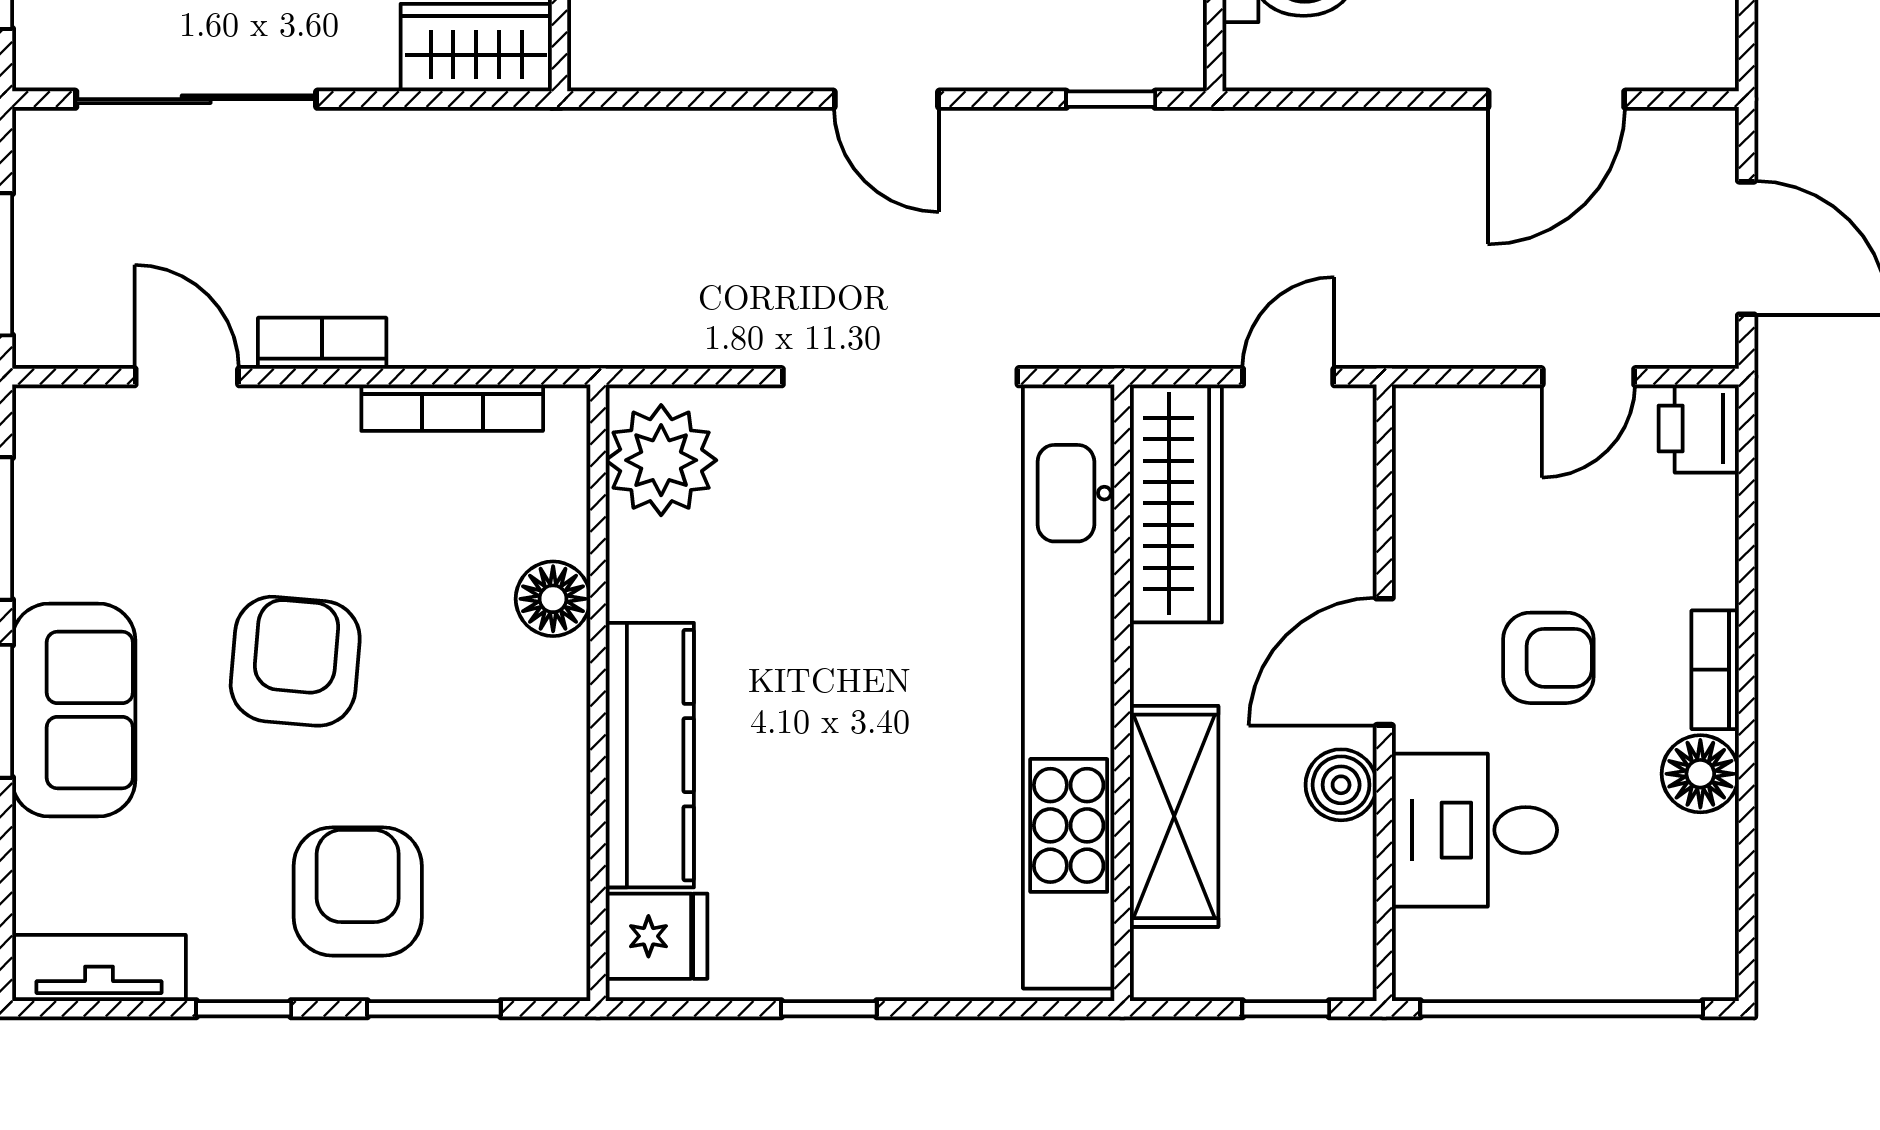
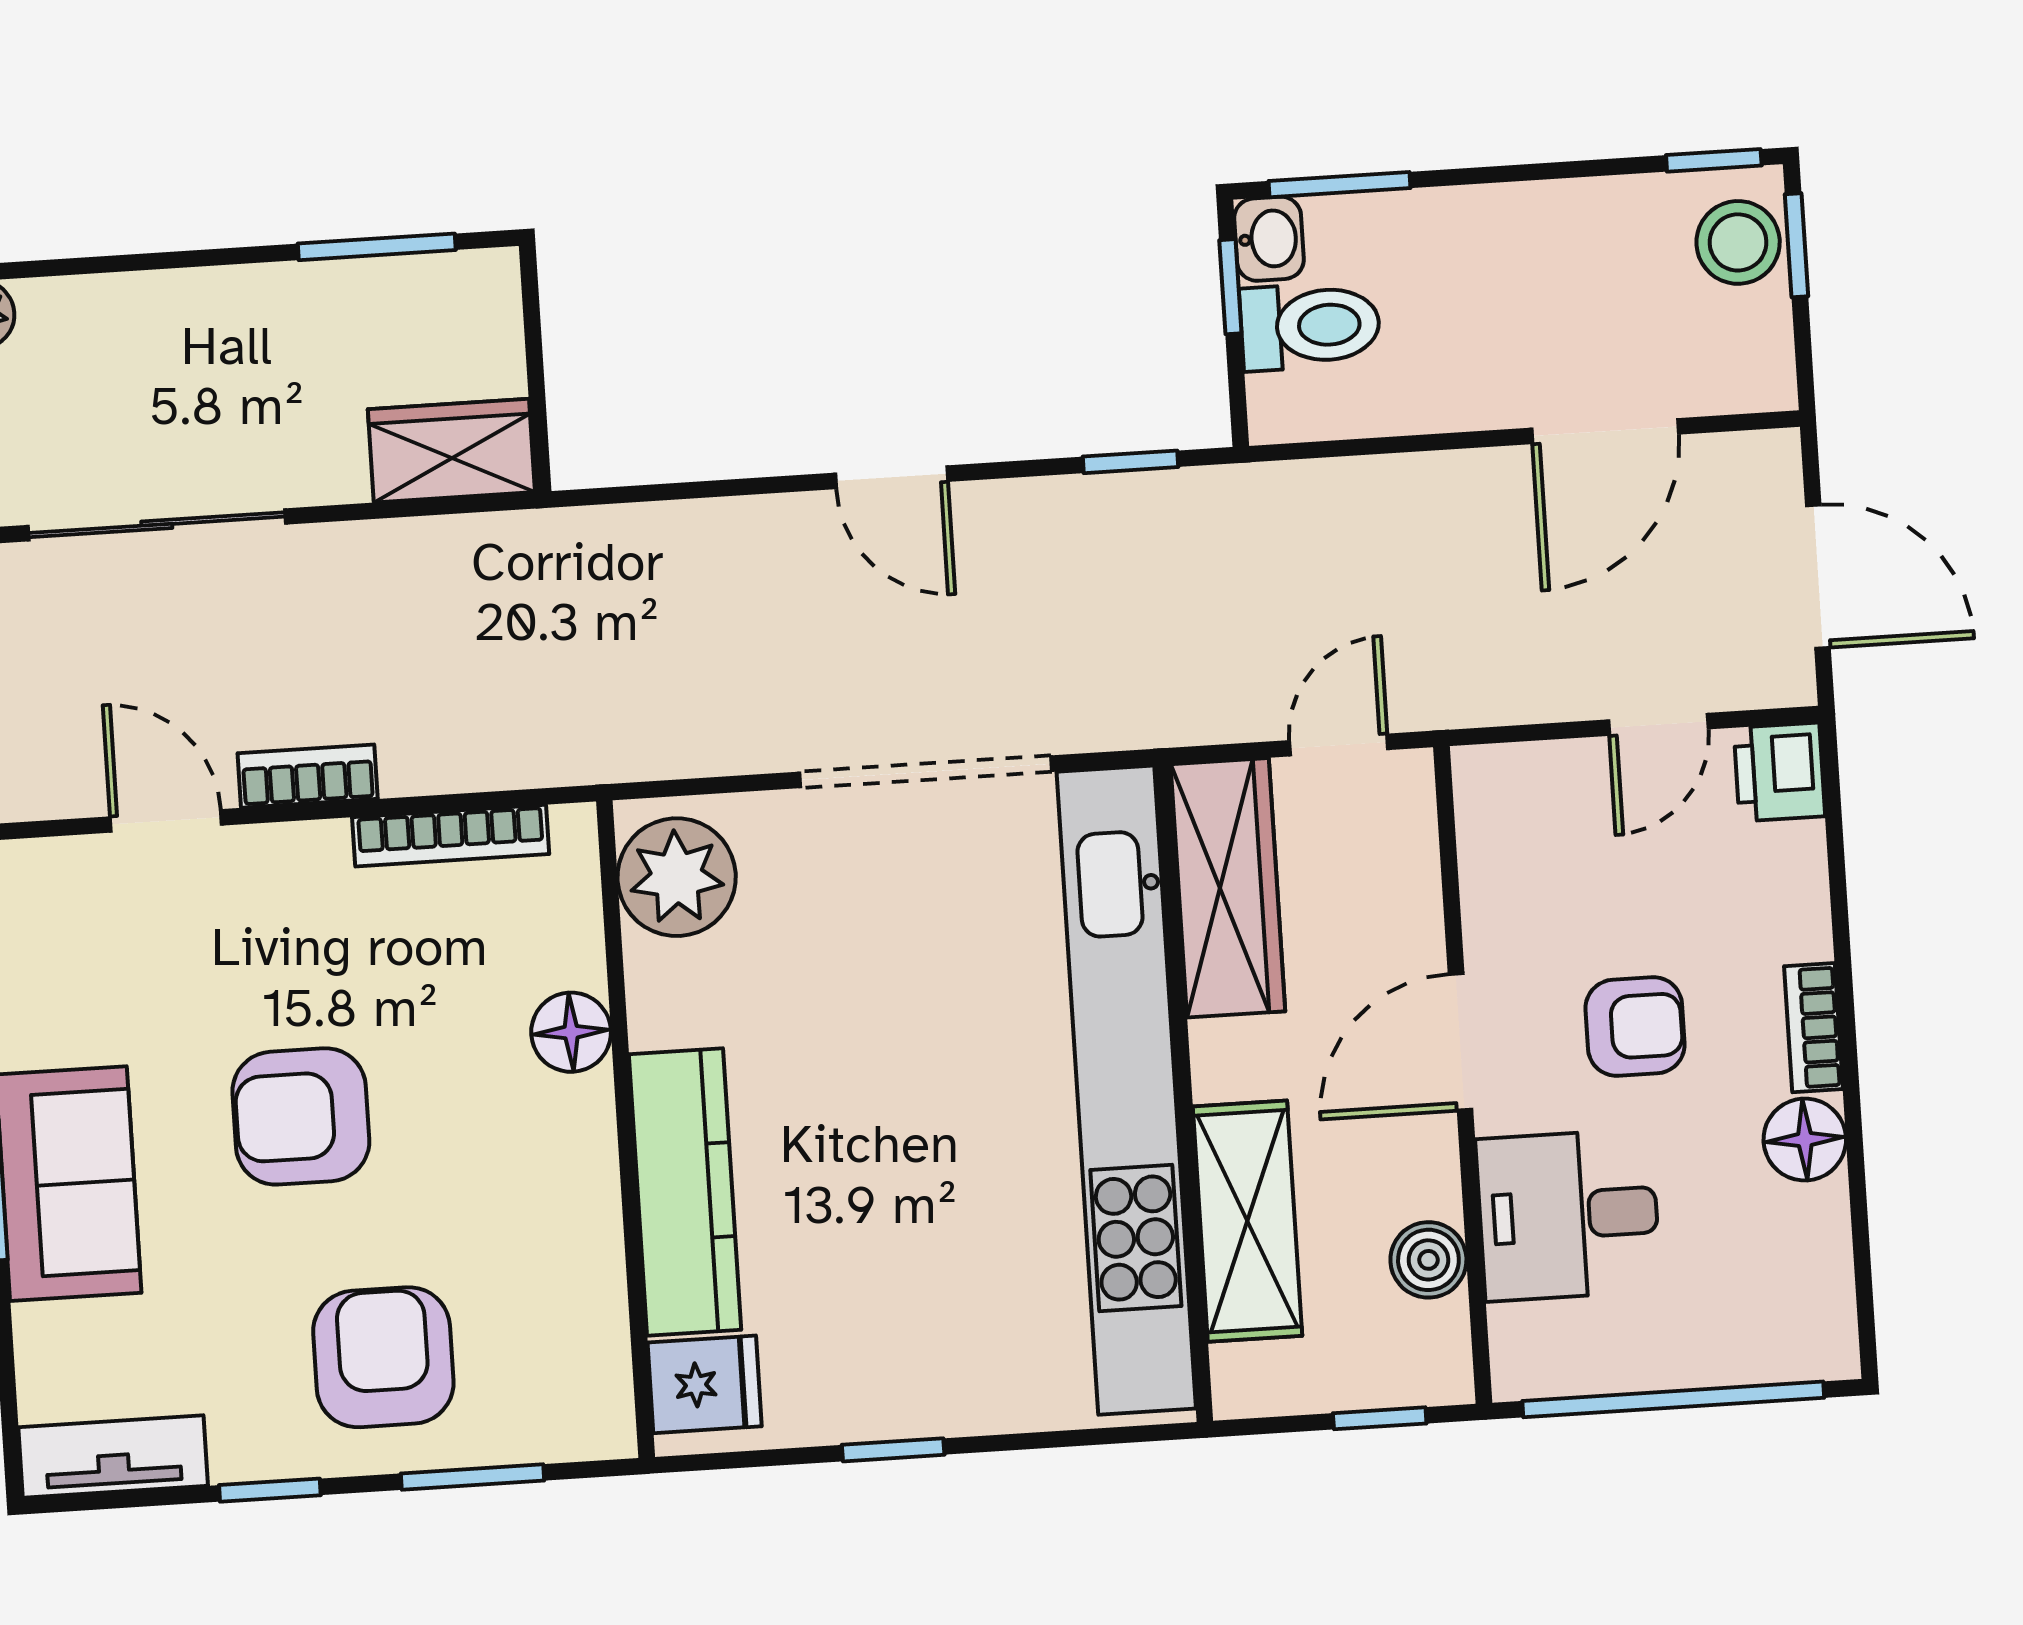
armchair: (295, 661) -> (301, 1116), turned -95
boiler: (1341, 785) -> (1428, 1260), moved

